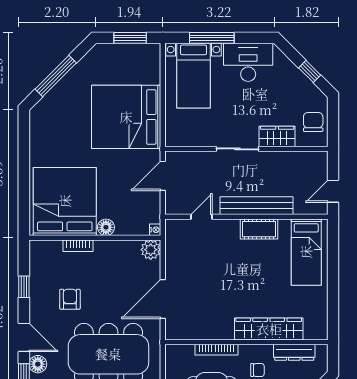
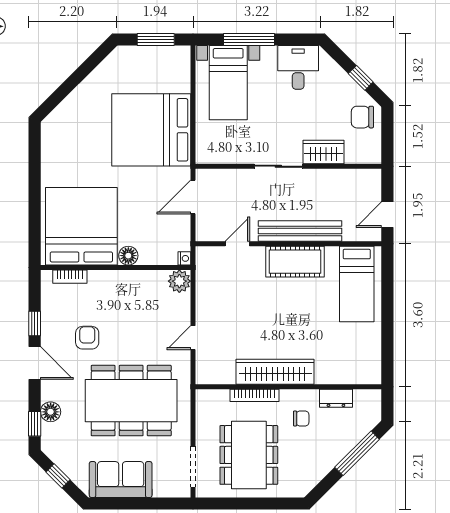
desk: (248, 62) -> (298, 67), width x0.73
window: (56, 76) -> (71, 83), removed
chair: (313, 122) -> (362, 117), moved, turned -90
cot: (259, 229) -> (295, 262), width x1.37, depth x1.34
bookcase: (78, 246) -> (70, 277), moved
door: (163, 299) -> (193, 338), width x0.53
wardrobe: (269, 329) -> (275, 372), moved
door: (24, 337) -> (35, 363), moved
dresser: (294, 352) -> (336, 398), width x0.70

